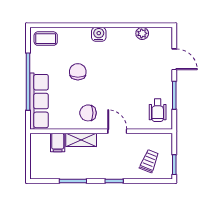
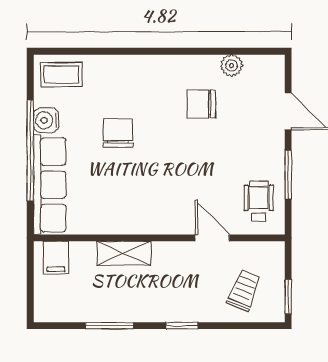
water cooler: (99, 34) -> (46, 120), moved, turned -90
wheelchair: (158, 110) -> (259, 201), turned 180
chair: (88, 113) -> (201, 104), moved
door: (117, 131) -> (212, 238), moved
filing cabinet: (58, 142) -> (56, 258), moved

